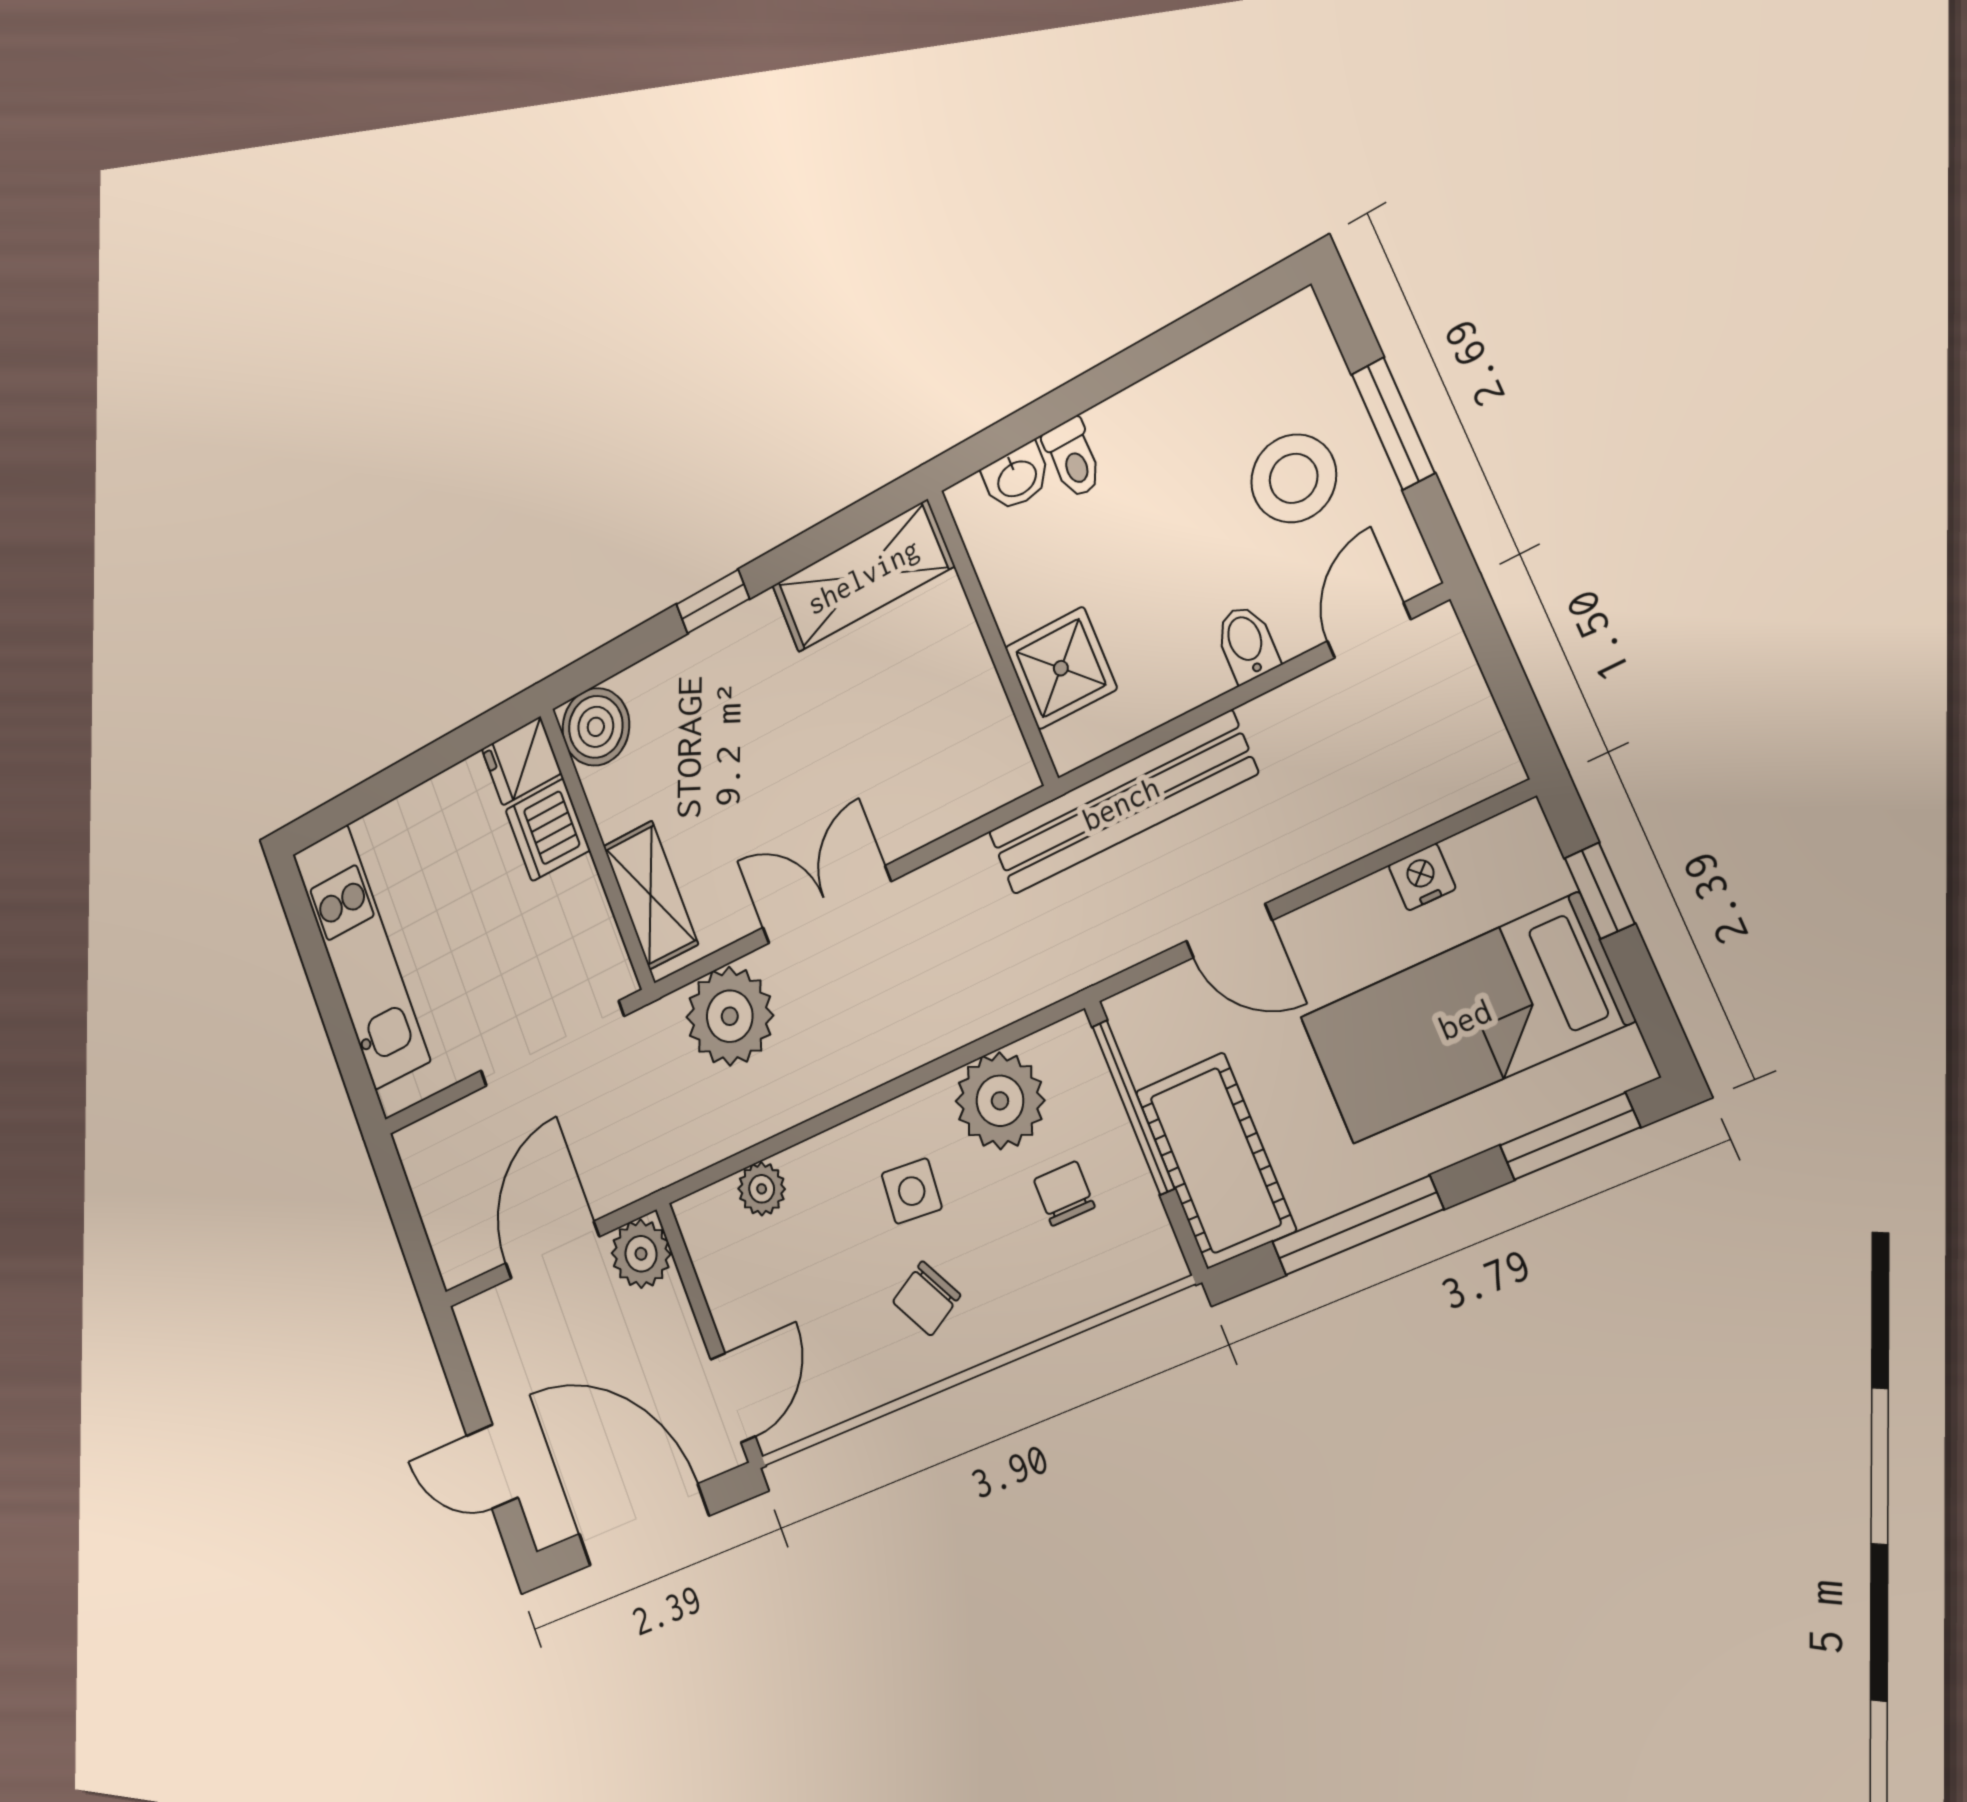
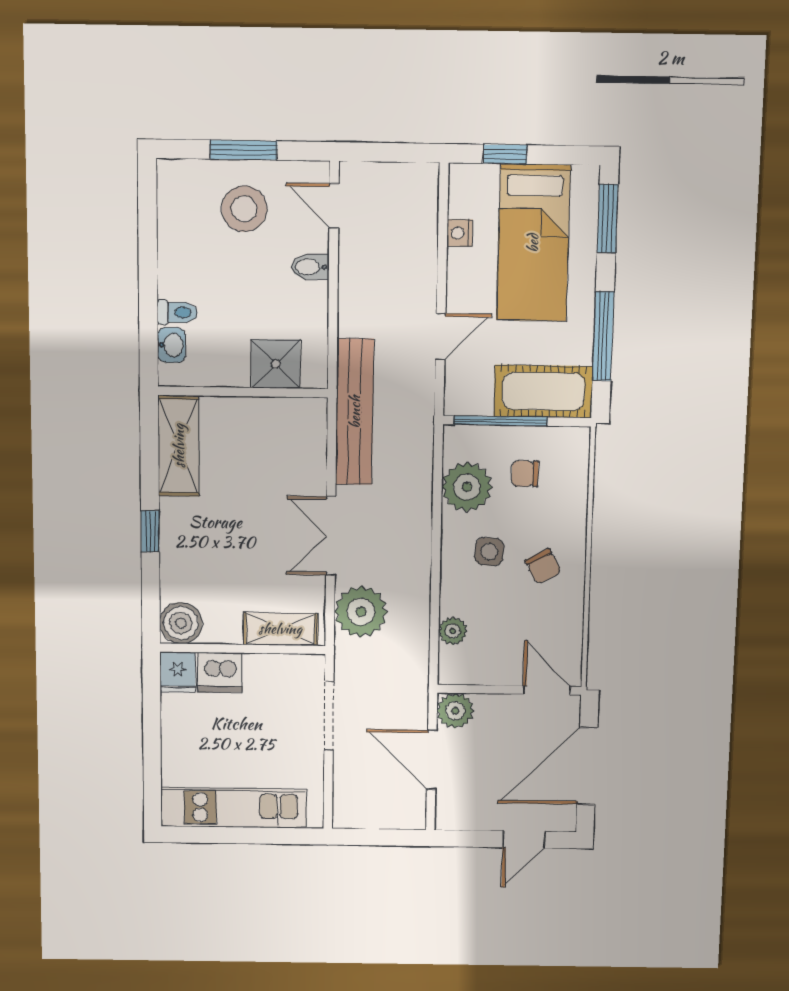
bench: (1121, 803) -> (355, 412), moved
doorway: (552, 1044) -> (329, 716), width x0.73

